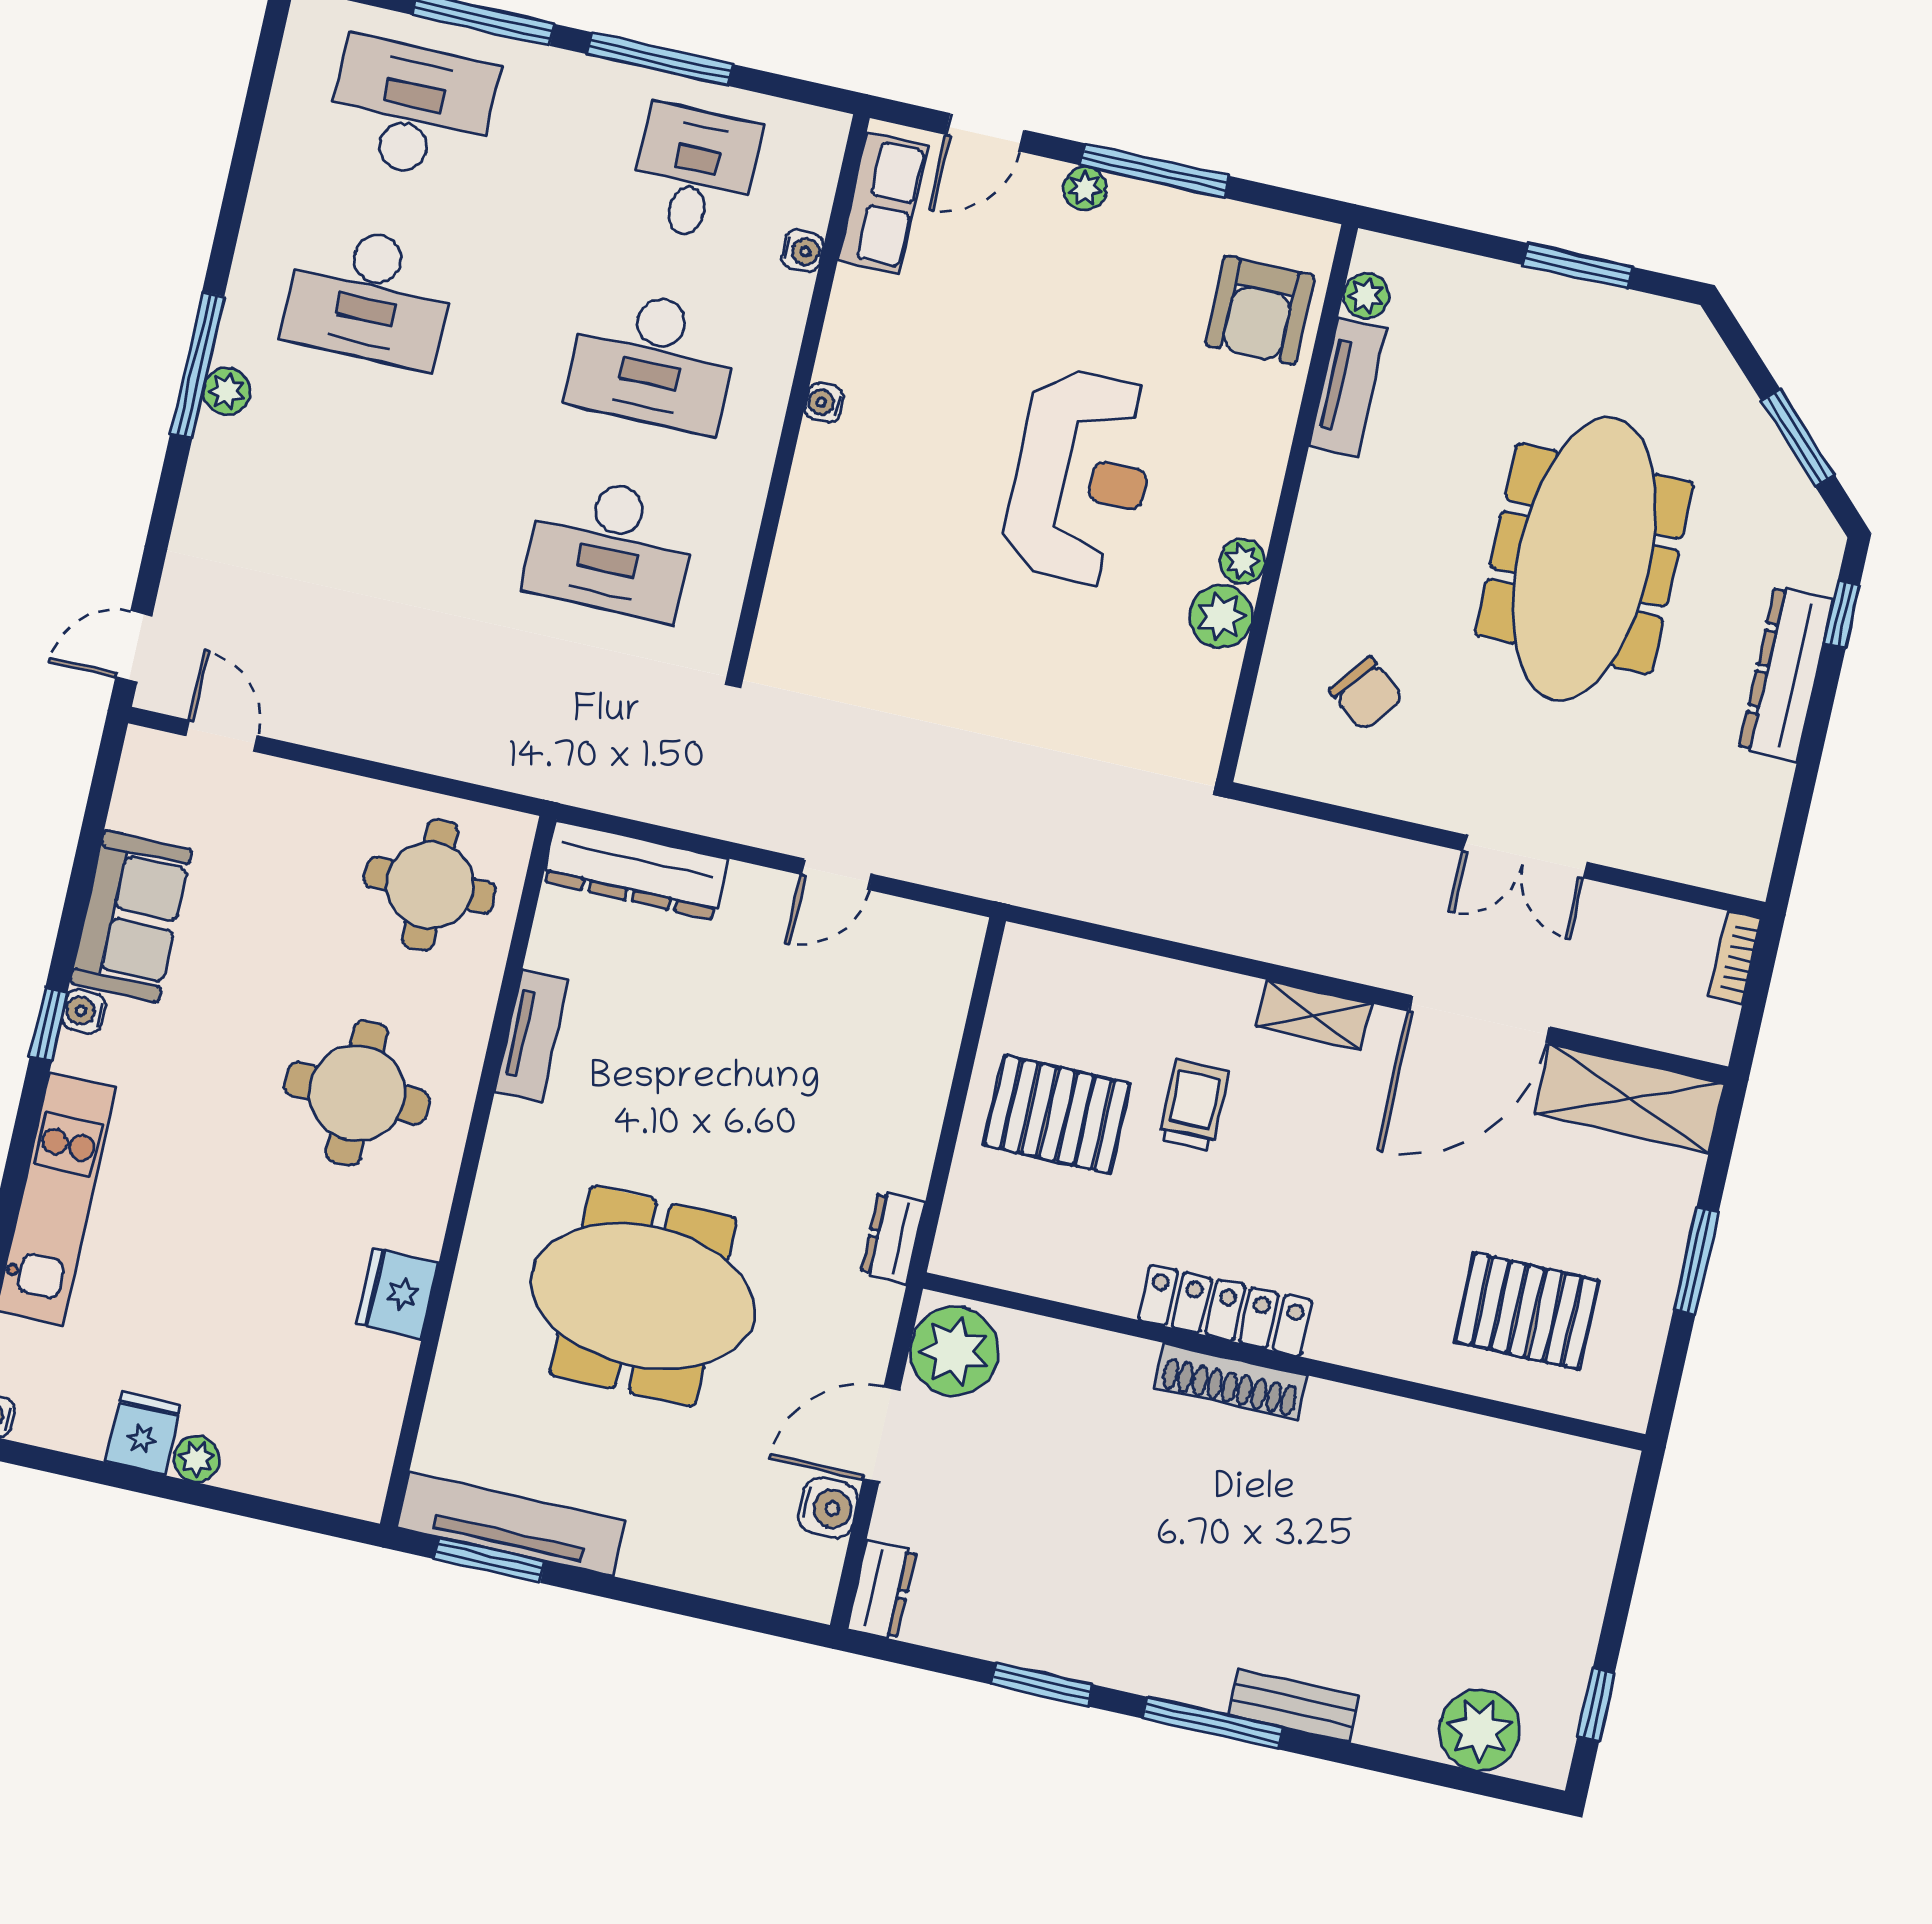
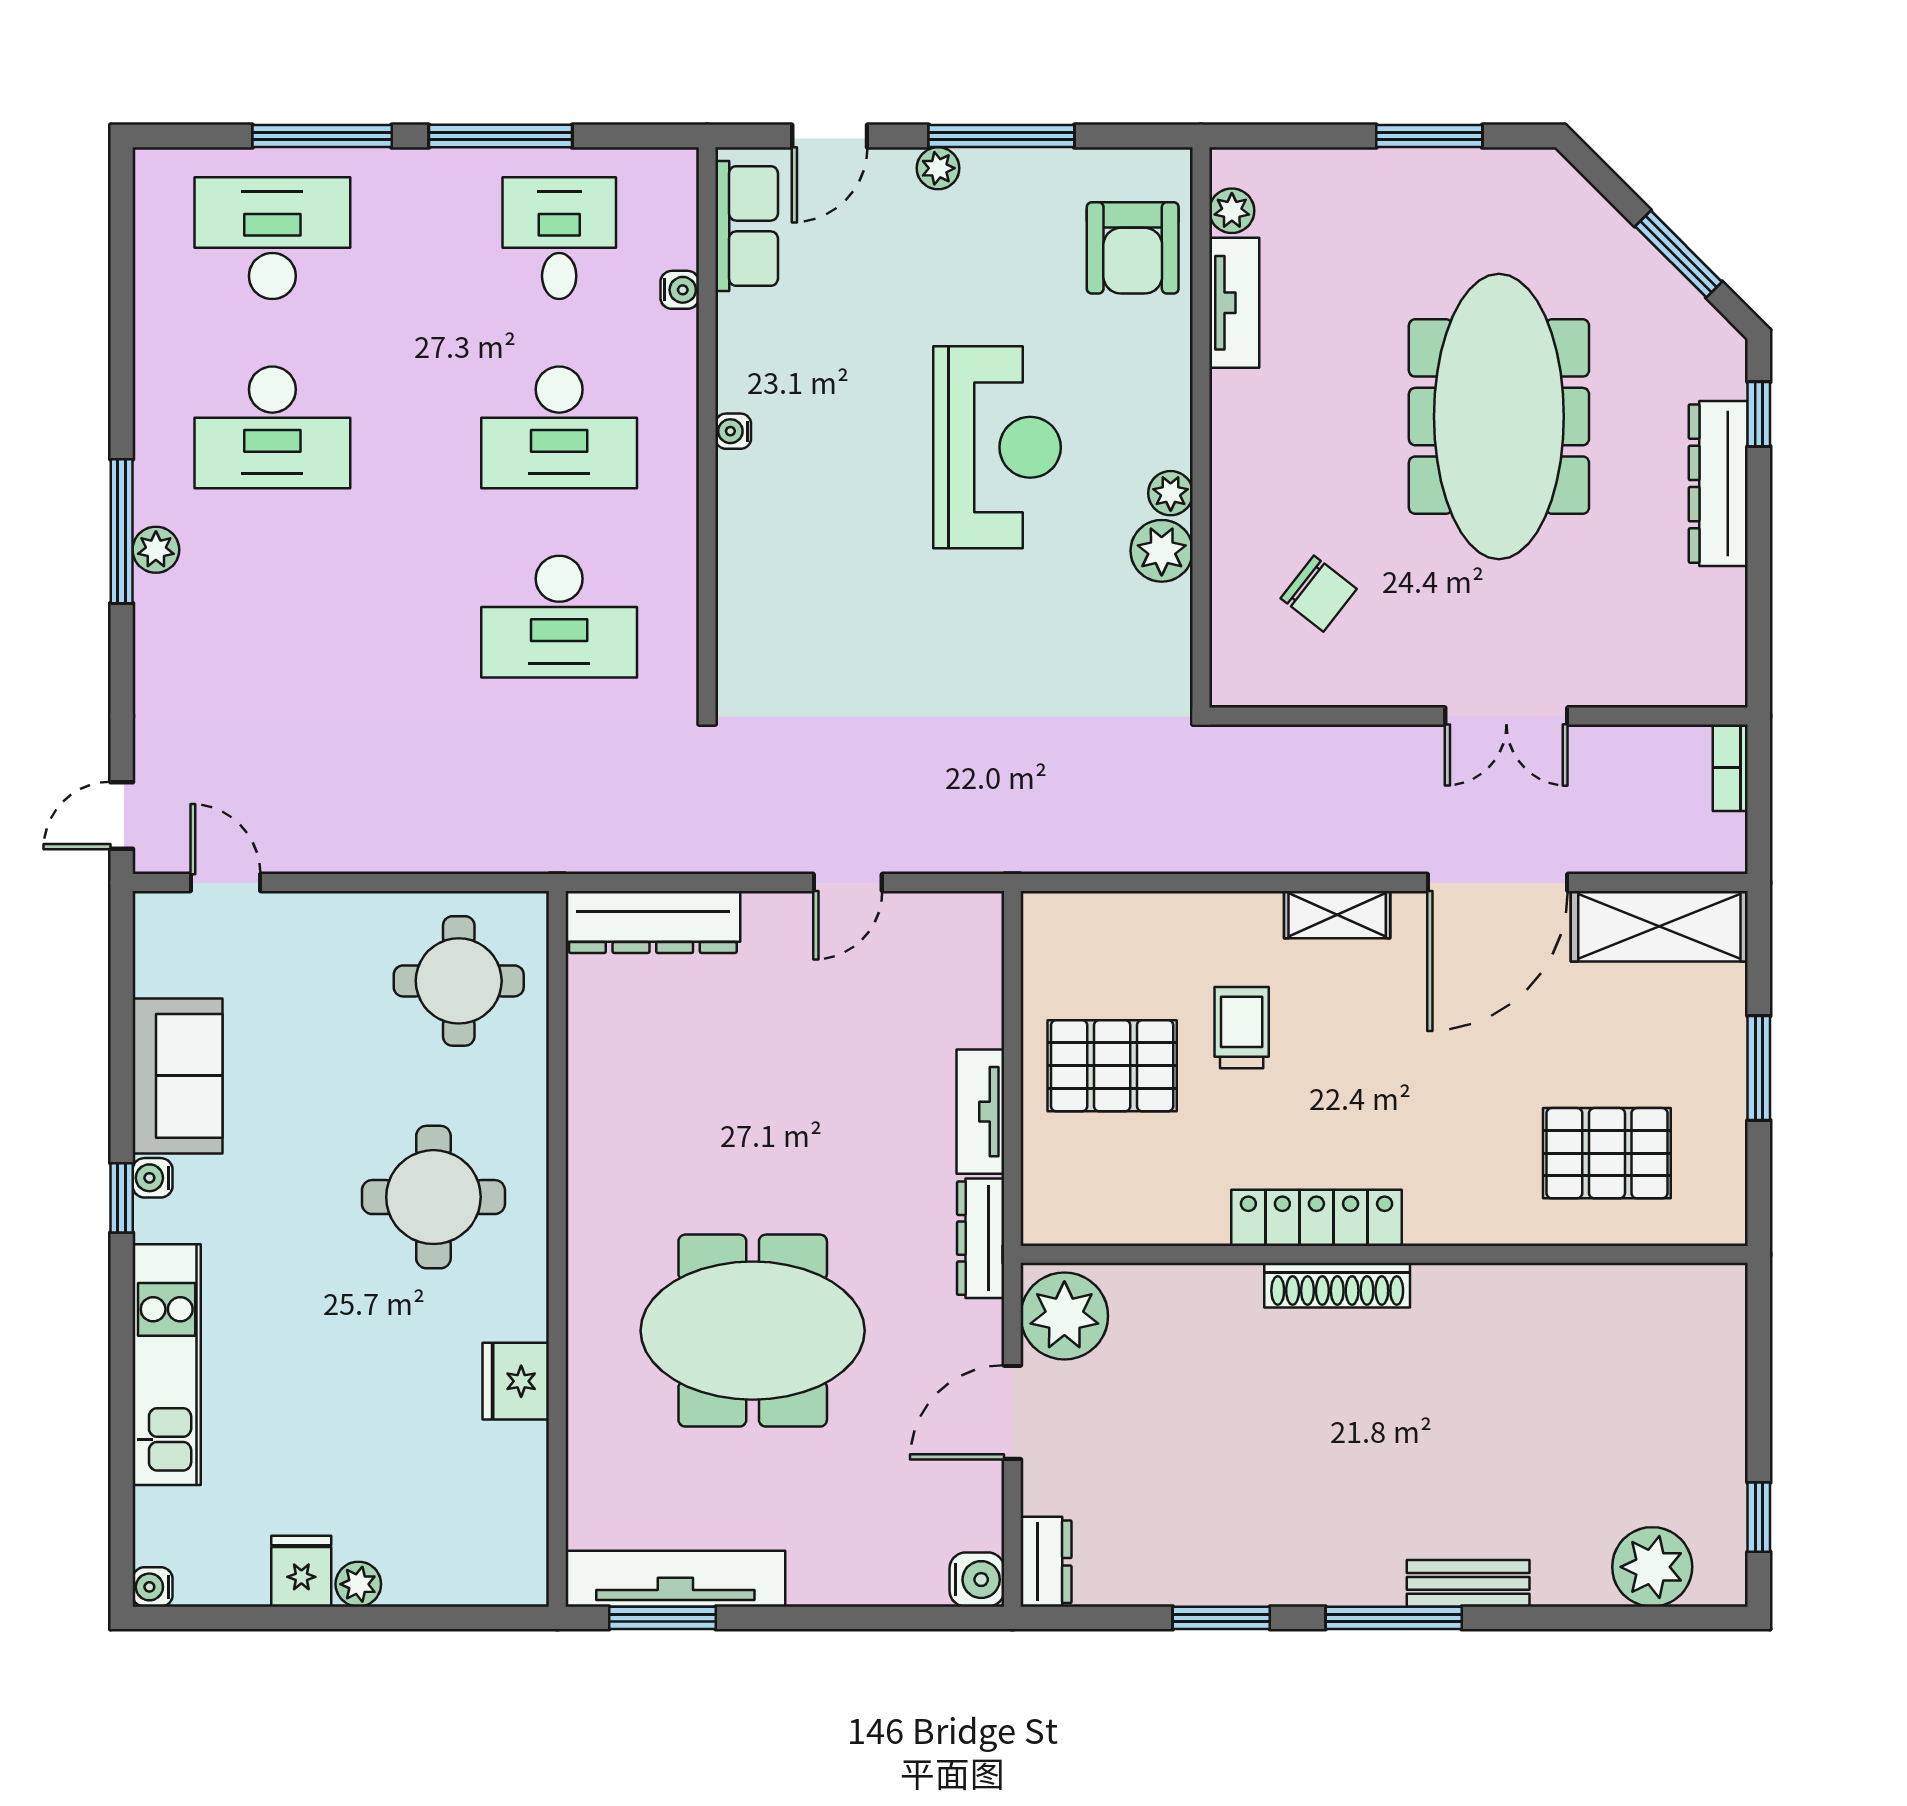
tv unit: (532, 1035) -> (980, 1112), moved, turned 180
dresser: (893, 1238) -> (981, 1238), width x1.44
water cooler: (828, 1508) -> (977, 1580), moved

